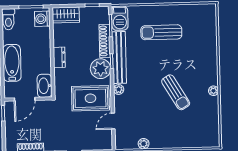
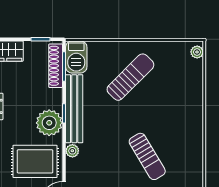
sun lounger: (161, 32) -> (130, 77), turned 135
shoe rack: (105, 41) -> (56, 66), moved
plant: (214, 91) -> (197, 52), moved

